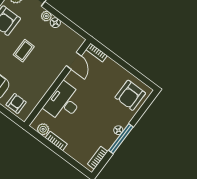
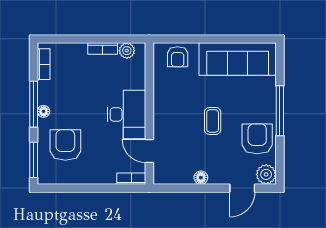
plant: (46, 16) -> (216, 177), removed
armchair: (130, 95) -> (65, 145), moved
desk: (64, 102) -> (126, 114), moved
window: (145, 106) -> (34, 160), added

